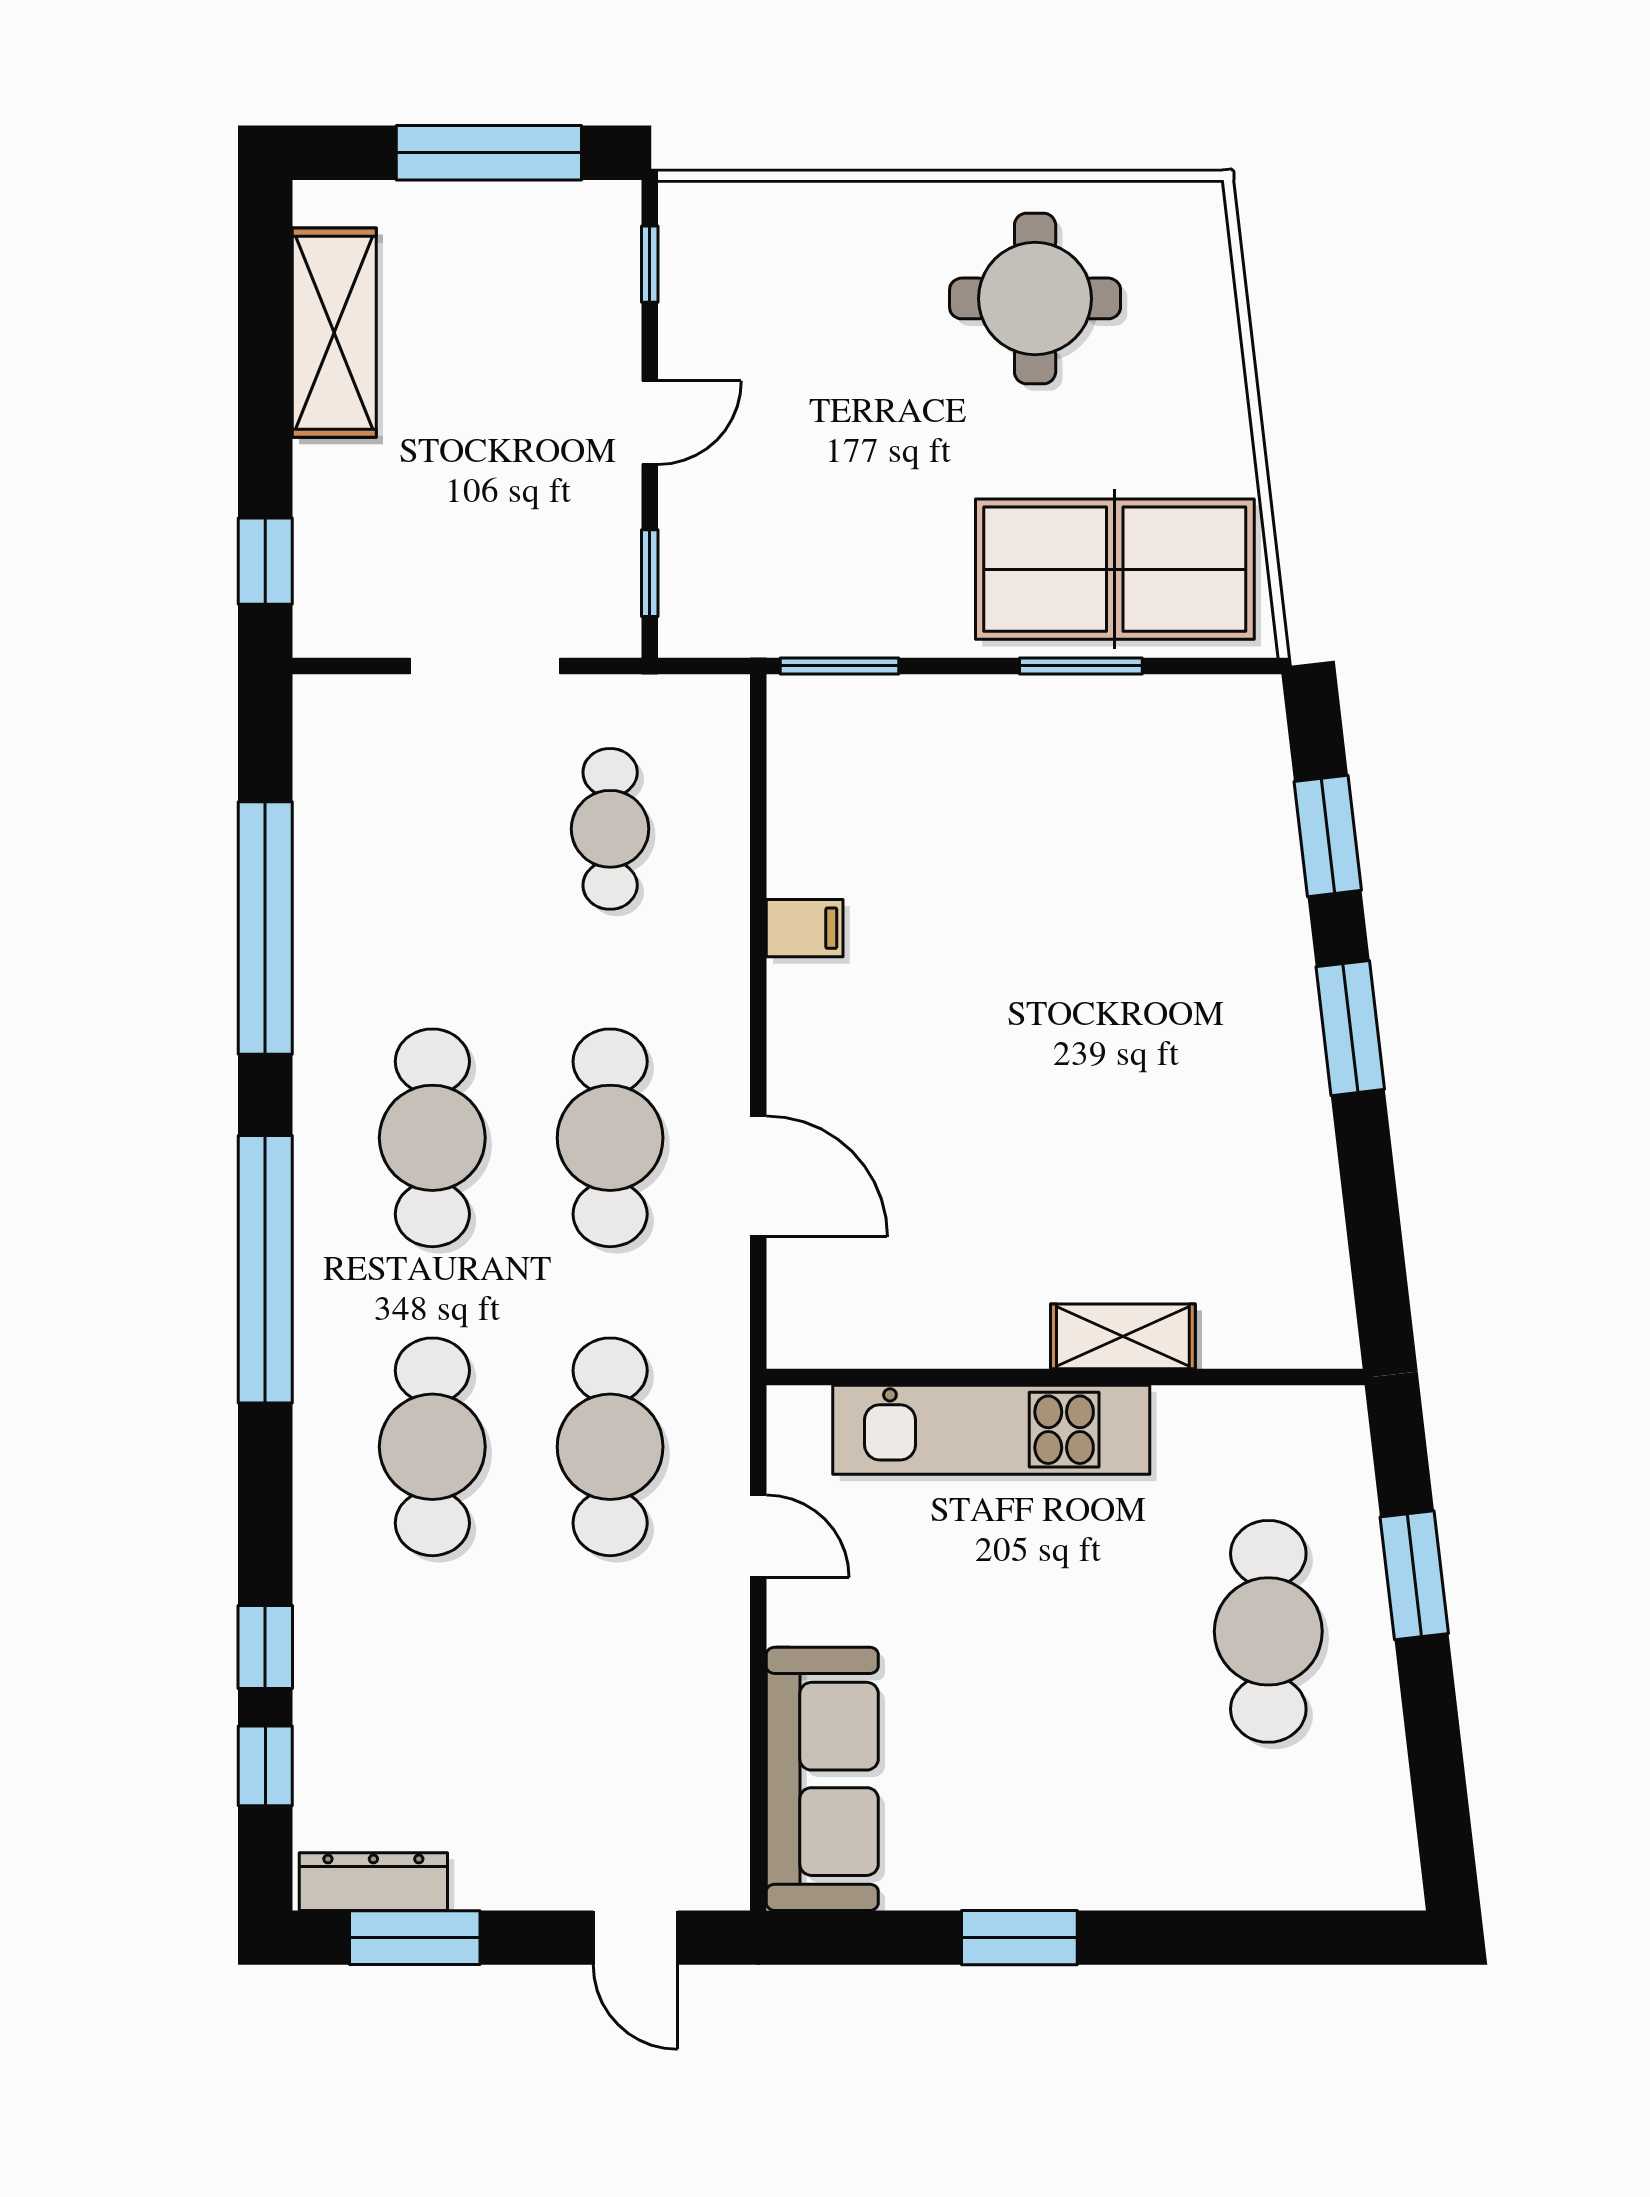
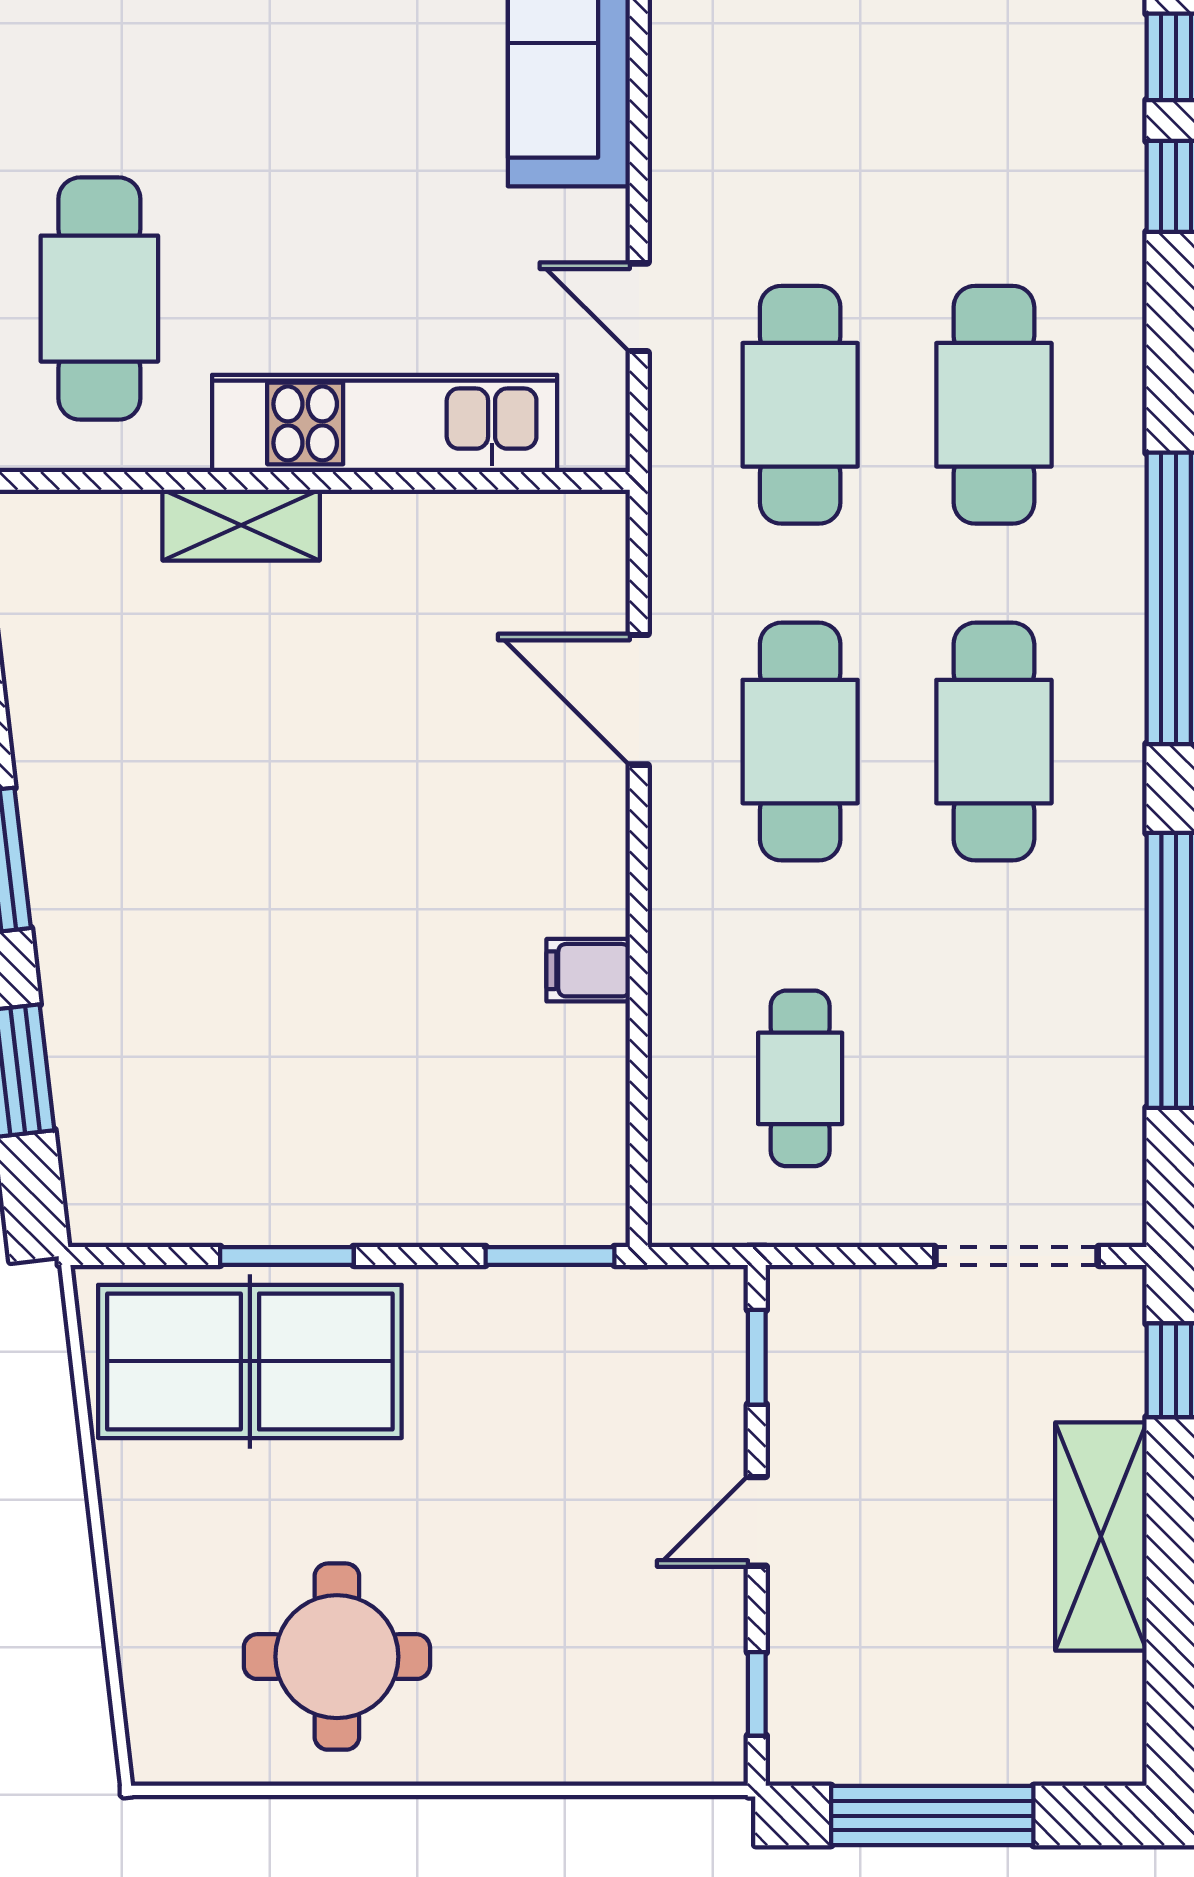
shelving: (334, 333) -> (1101, 1537), moved
doorway: (485, 666) -> (1017, 1256), moved
cafe table: (1268, 1631) -> (99, 299), moved

